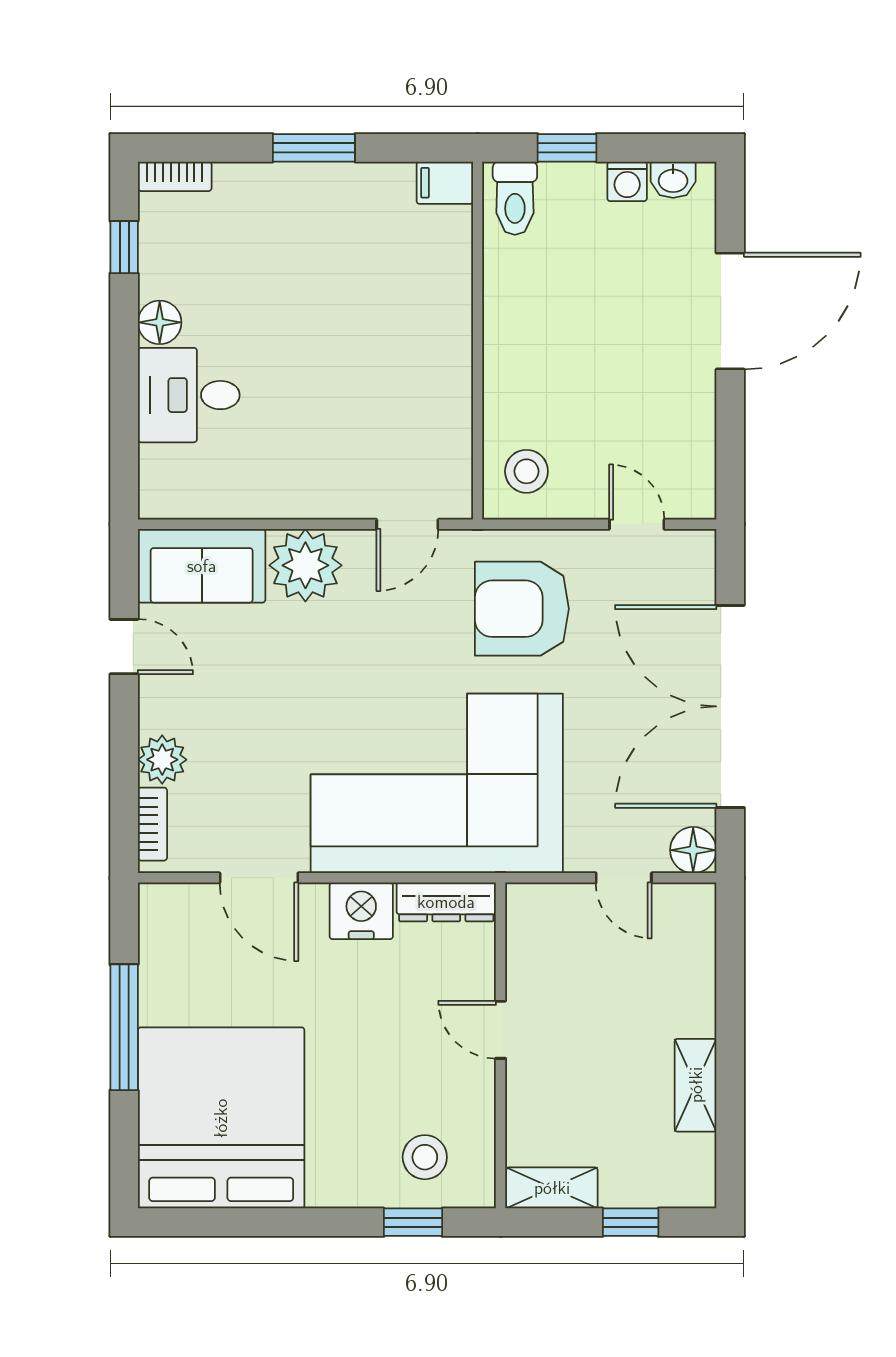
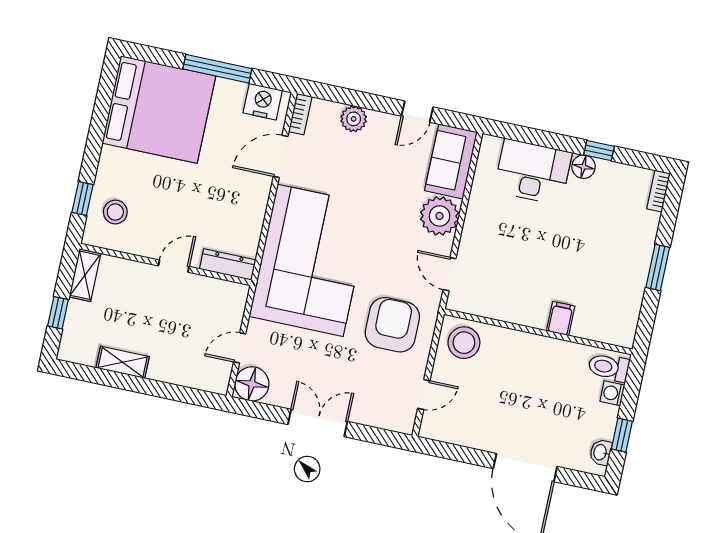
window: (567, 148) -> (622, 435), moved
washing machine: (627, 181) -> (612, 393), moved
filing cabinet: (445, 183) -> (561, 318), moved
window: (124, 247) -> (599, 151), moved
desk: (189, 395) -> (533, 172), width x1.37
stool: (526, 471) -> (464, 343), width x1.38, depth x1.38
double door: (730, 706) -> (318, 423), width x0.54
bookcase: (152, 824) -> (300, 114), moved, turned -90
floor lamp: (693, 850) -> (252, 384), width x1.38, depth x1.38
dresser: (446, 902) -> (228, 265), moved, turned 90
nightstand: (361, 911) -> (263, 102), moved, turned -90

